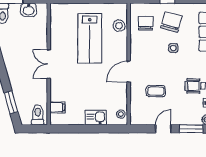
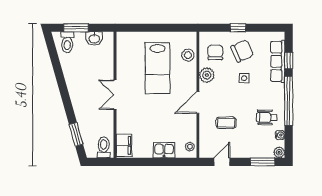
chair: (171, 22) -> (242, 51), turned 50
plant: (137, 45) -> (207, 75), added
filing cabinet: (57, 107) -> (124, 145), width x2.00
door: (163, 129) -> (222, 162), moved

